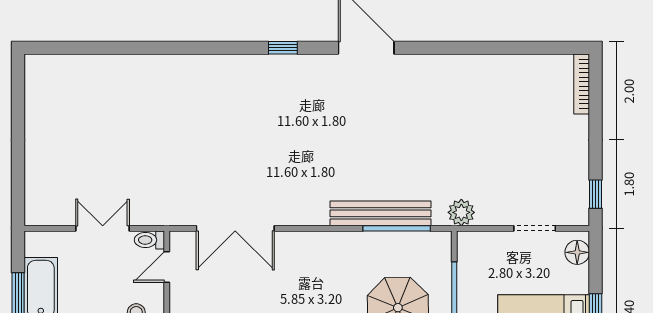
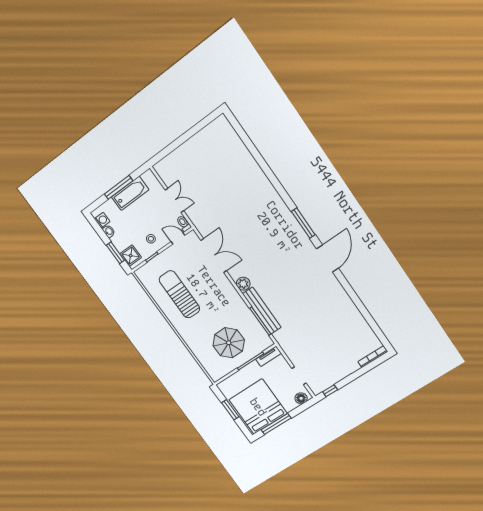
window: (283, 48) -> (303, 223), width x2.17
plant: (461, 212) -> (243, 284), moved
double door: (235, 228) -> (214, 256), swing flipped
tv unit: (466, 256) -> (269, 356), added

